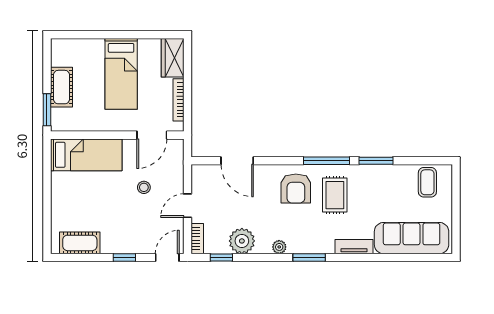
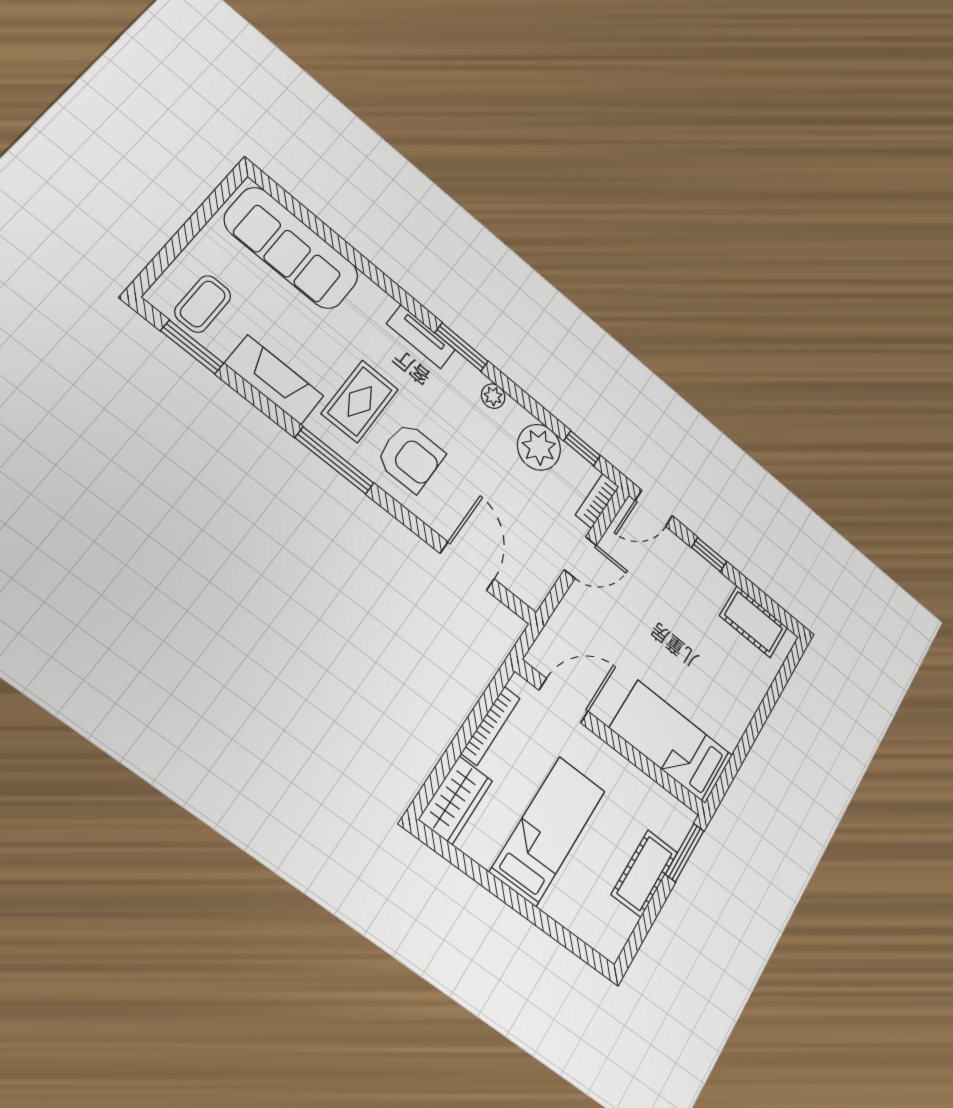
window: (376, 161) -> (192, 347), moved
fireplace: (376, 174) -> (274, 380), added
stool: (144, 187) -> (623, 632), removed
armchair: (296, 189) -> (411, 457), turned 90
tv unit: (354, 247) -> (421, 337), moved

